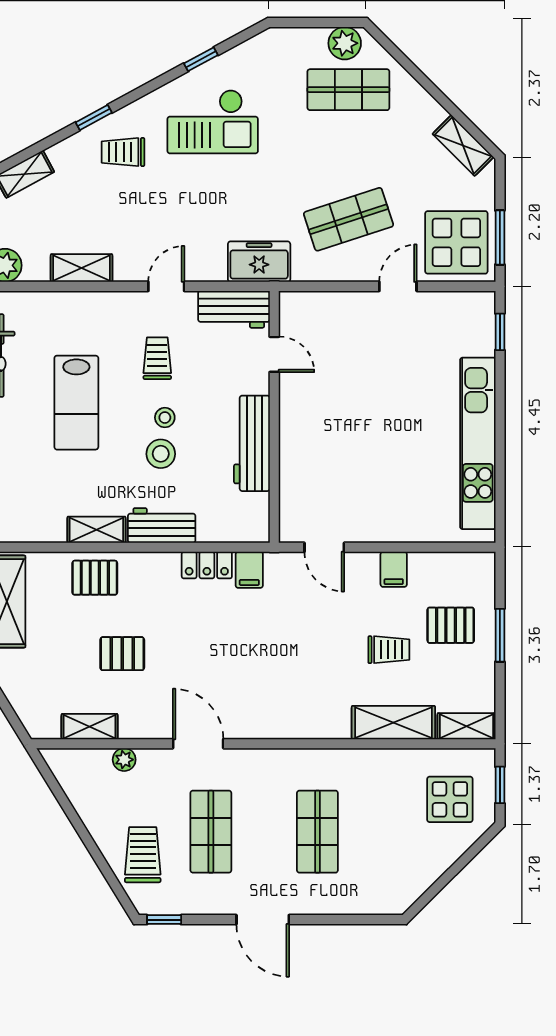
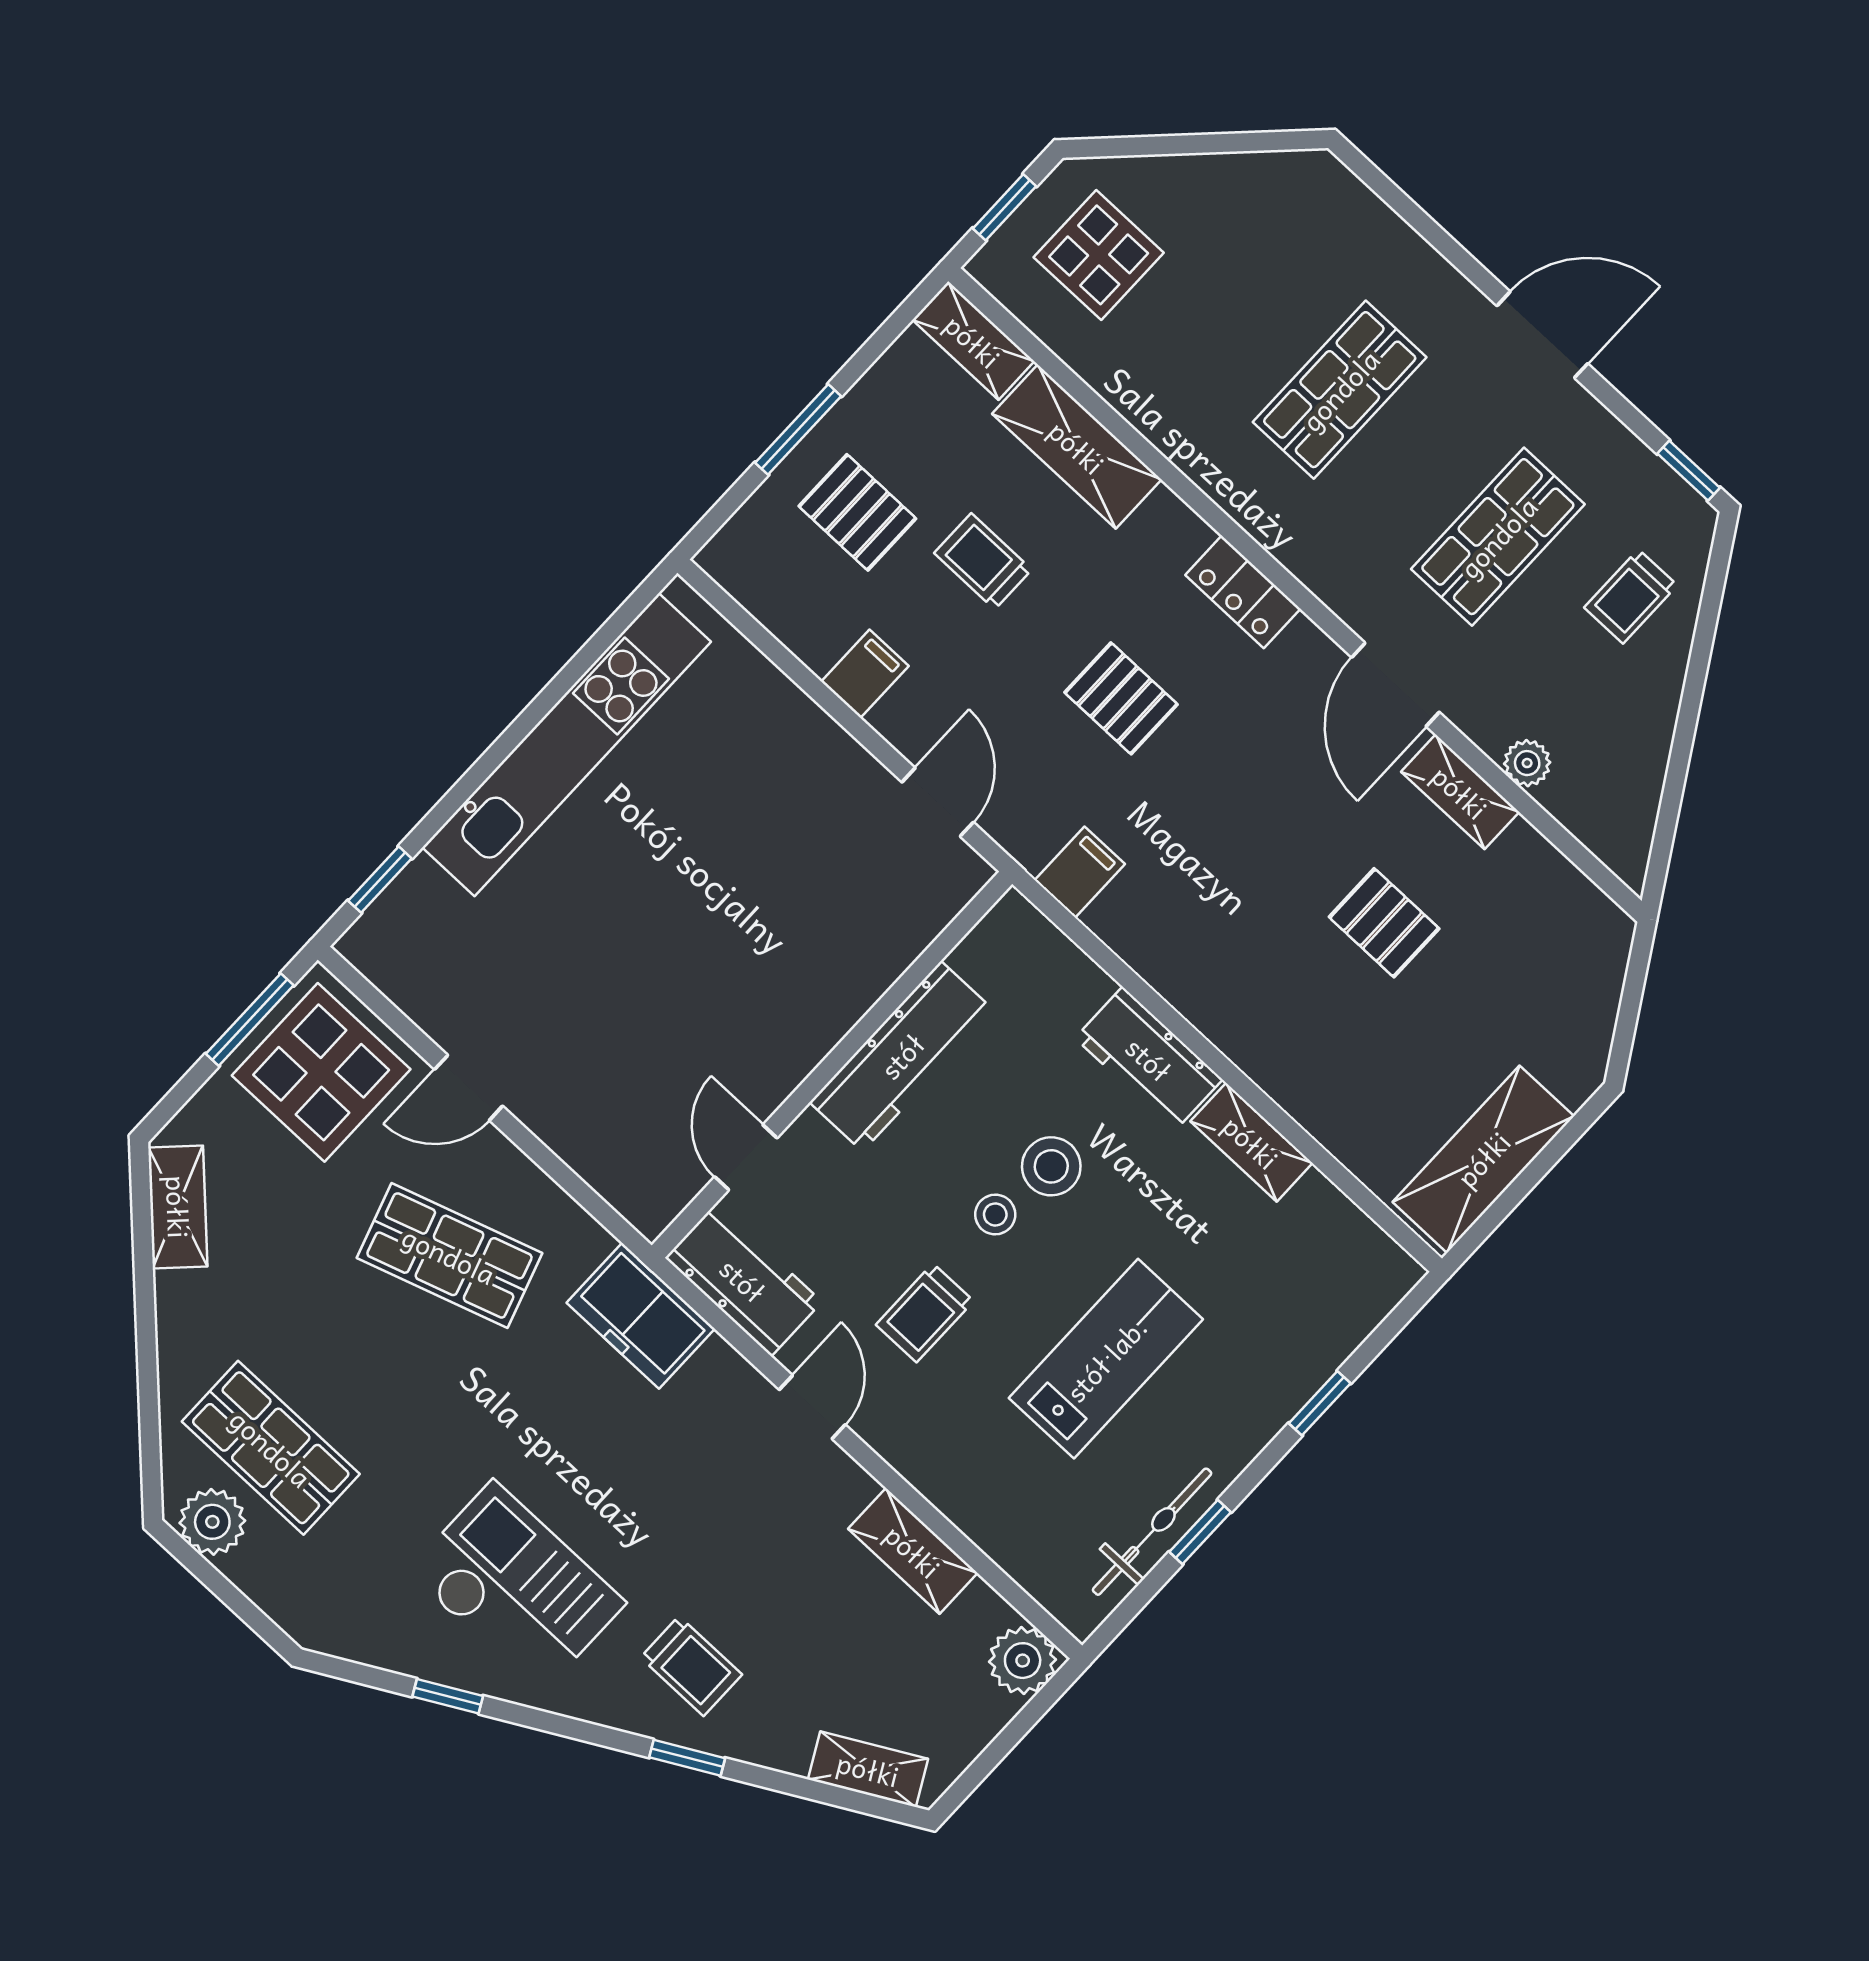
door: (166, 286) -> (812, 1407), swing flipped
locker: (207, 565) -> (1243, 592), moved, turned 180
pallet: (95, 578) -> (1121, 698), moved
shelving: (90, 727) -> (1460, 792), moved
trolley: (143, 855) -> (1631, 596), width x0.73, depth x0.72
door: (263, 920) -> (1542, 335), hinge flipped

